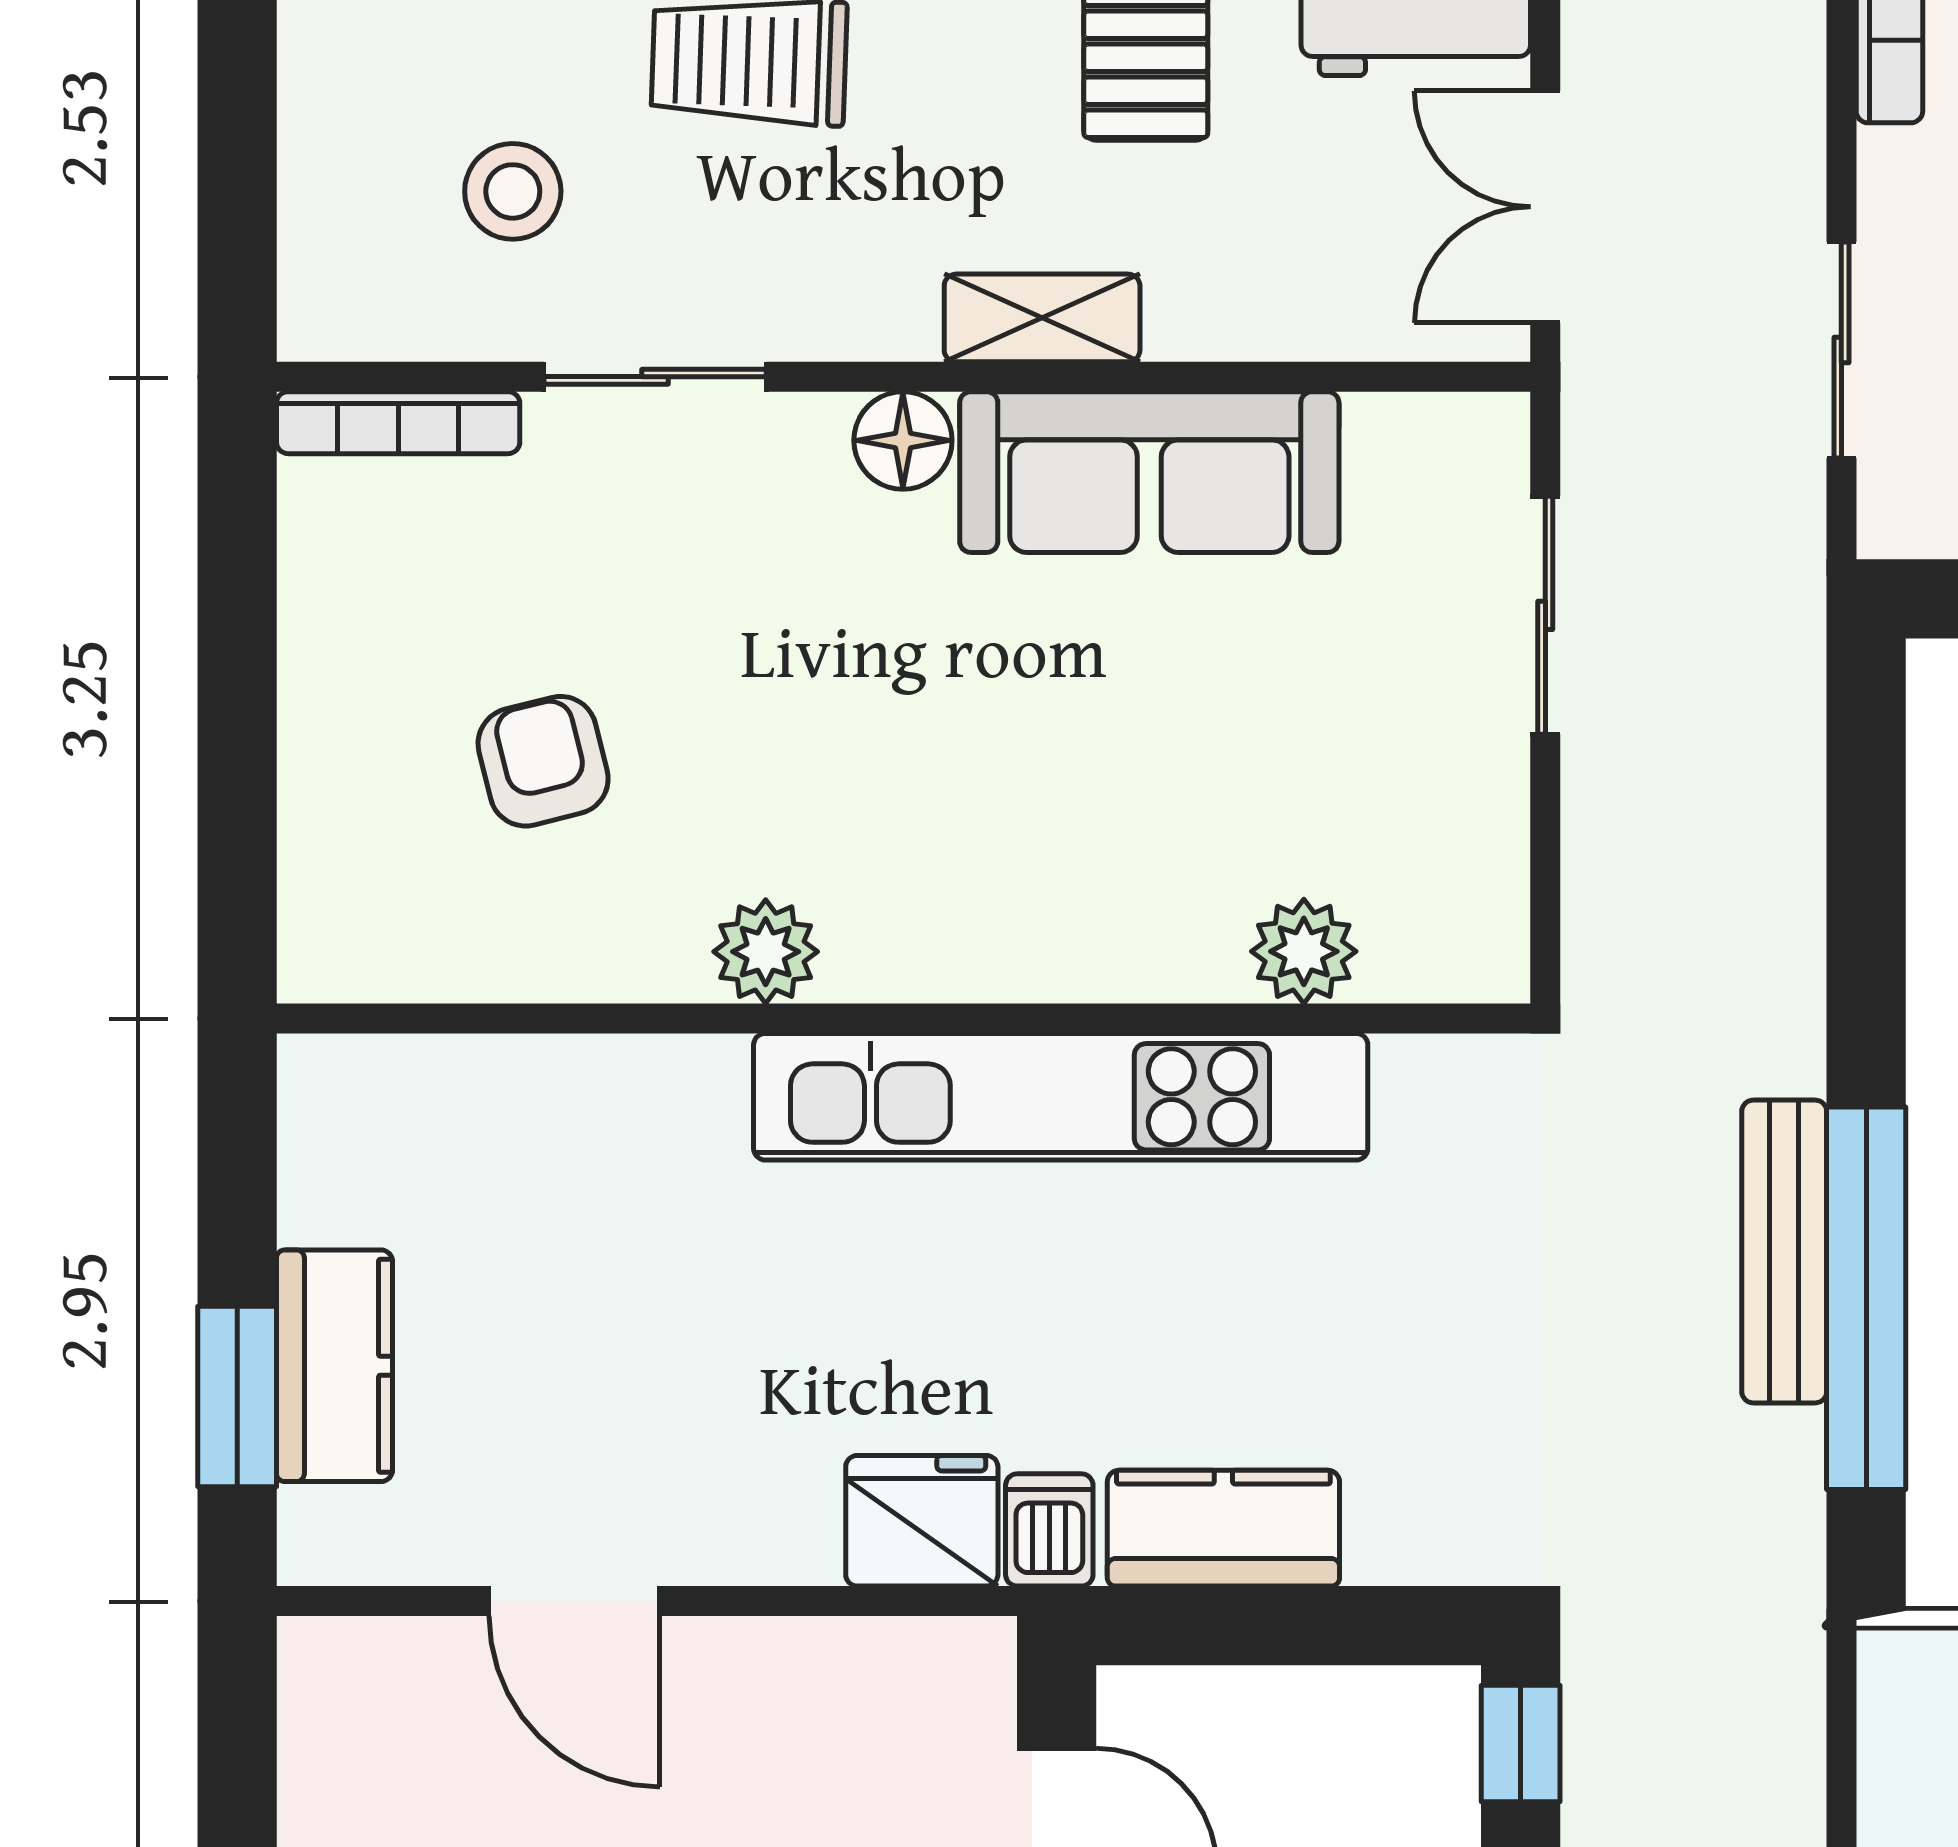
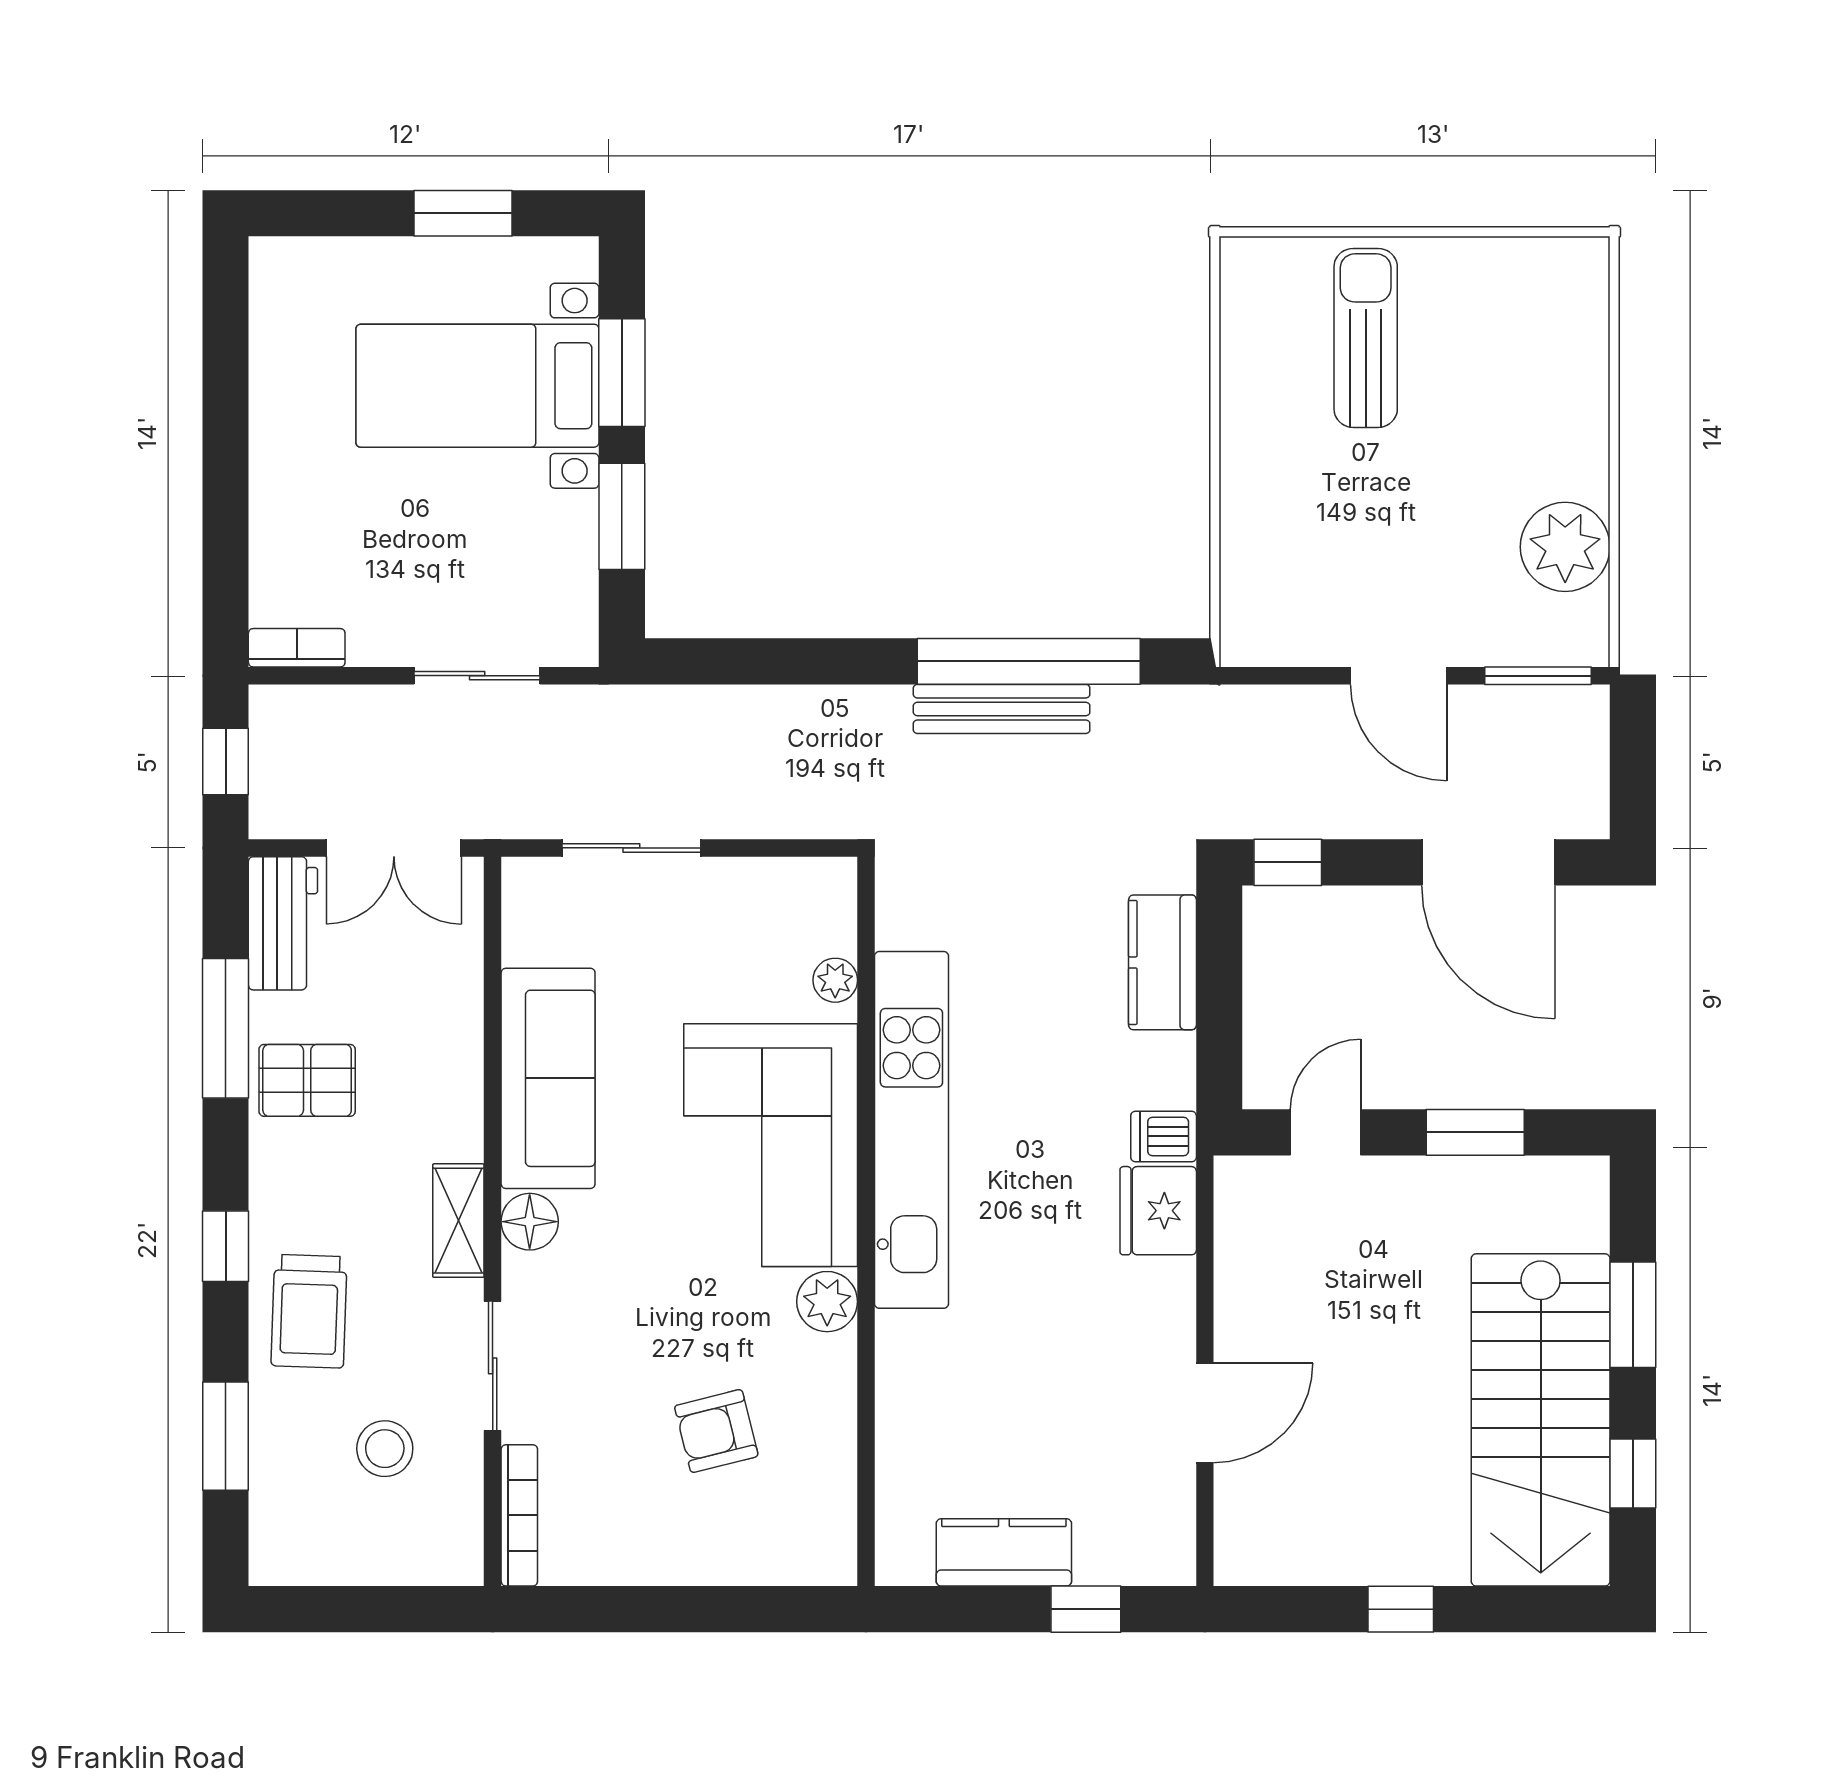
shelving: (1042, 318) -> (458, 1221), moved
corner sofa: (1035, 855) -> (771, 1145), added
plant: (1304, 951) -> (835, 980), width x0.73, depth x0.73
kitchen counter: (334, 1366) -> (1004, 1552), moved
window: (237, 1396) -> (1086, 1609), width x0.67
kitchen counter: (1223, 1528) -> (1162, 962), moved

